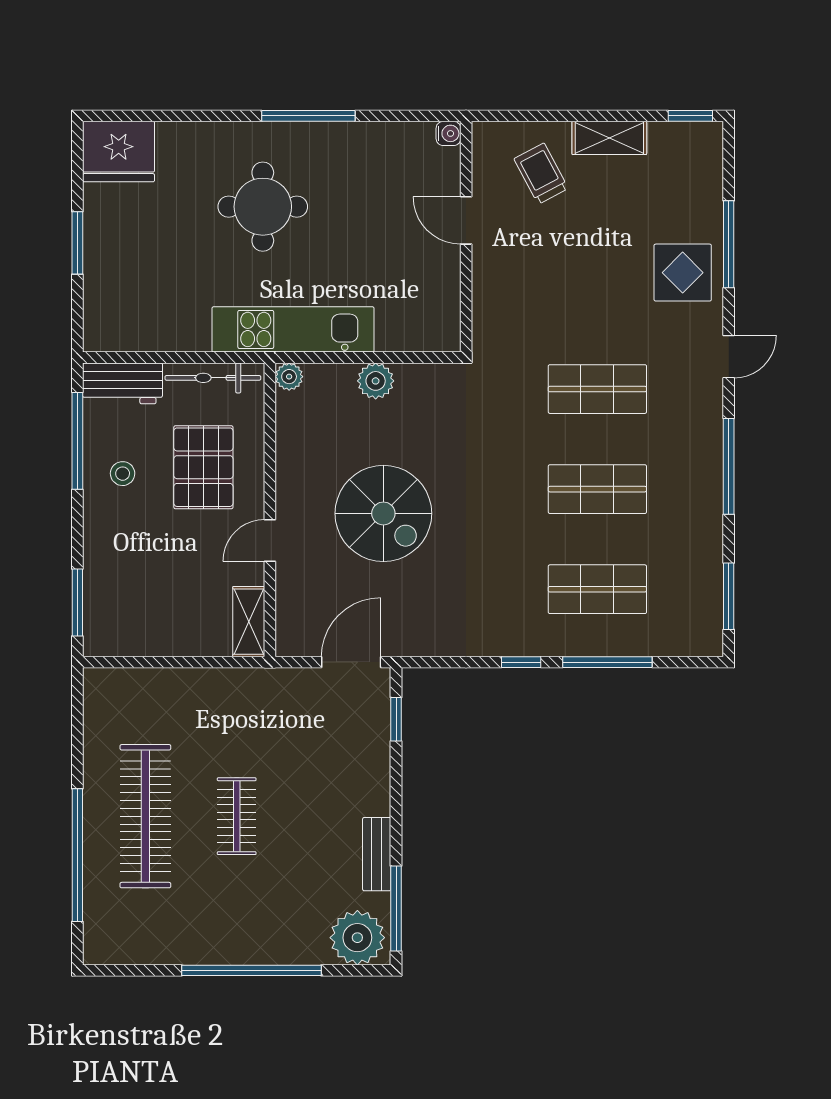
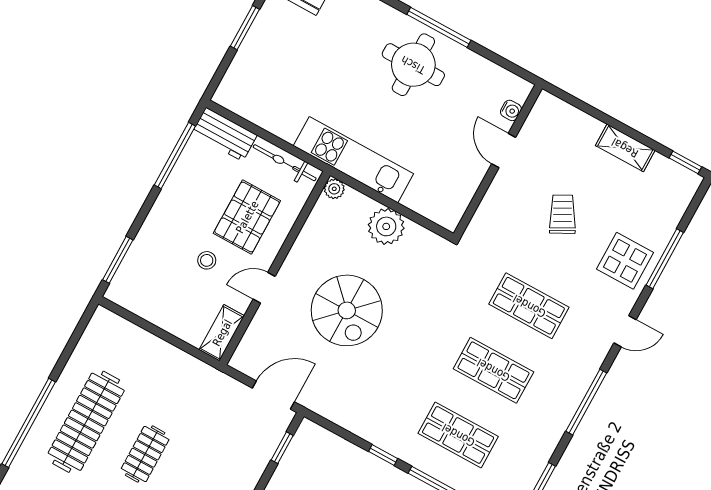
water cooler: (448, 133) -> (511, 110), moved
trolley: (541, 174) -> (563, 214), moved
round table: (263, 207) -> (413, 65), moved
plant: (376, 381) -> (386, 226), width x1.36, depth x1.36
stool: (123, 474) -> (207, 260), moved

